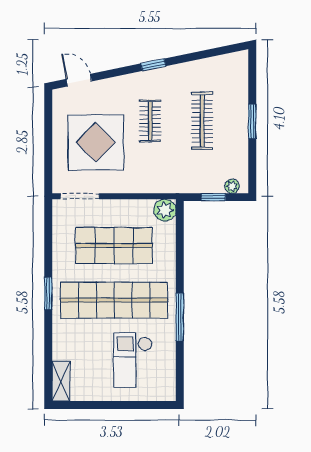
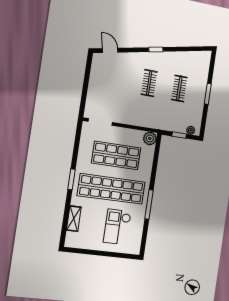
clothes rail: (202, 121) -> (179, 88), width x0.73
display table: (96, 142) -> (115, 90), removed
shelving: (61, 381) -> (74, 219), moved

